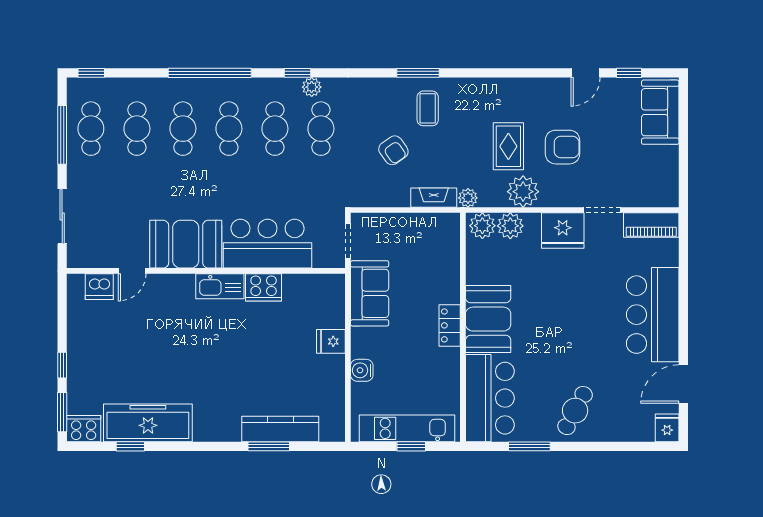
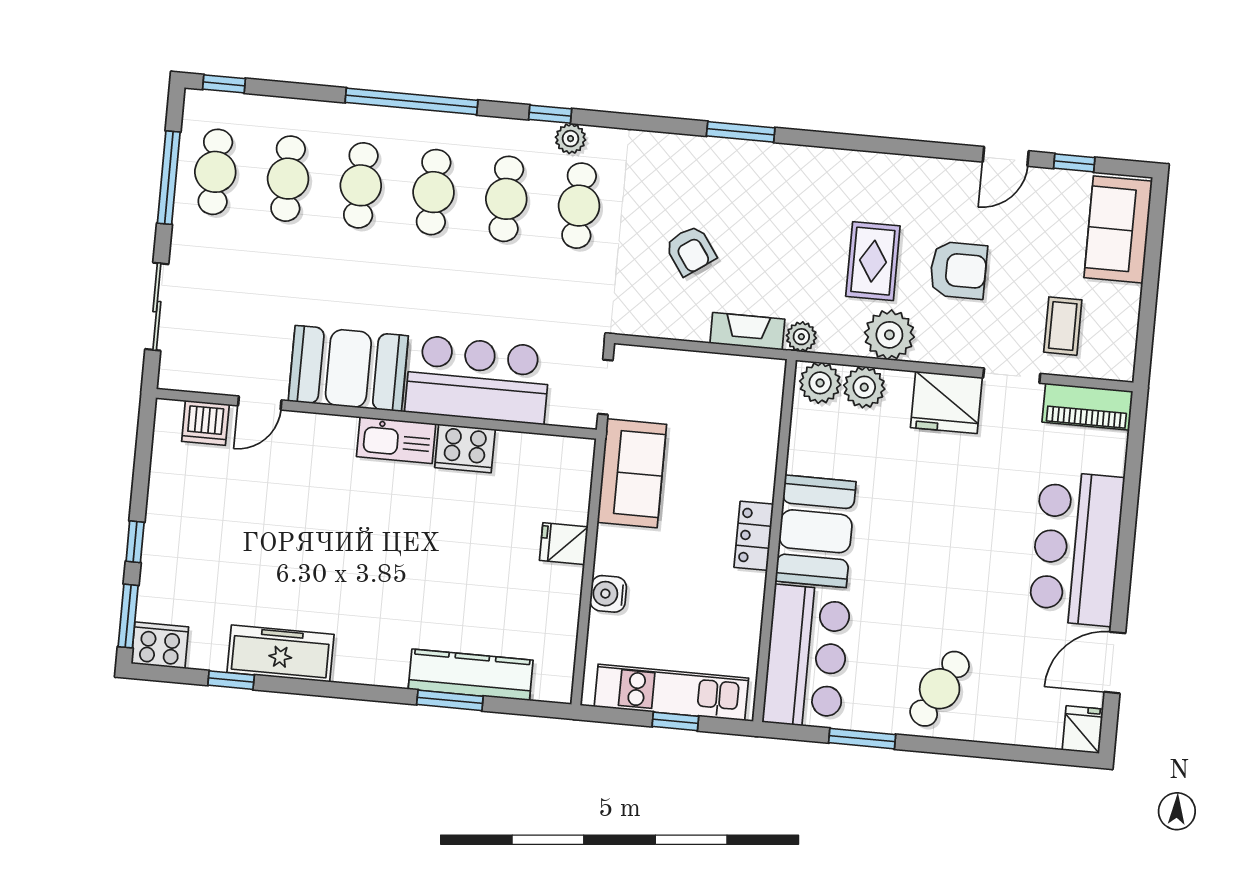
coffee table: (428, 108) -> (1063, 326), moved
freezer: (148, 423) -> (281, 653), width x0.73, depth x0.79

